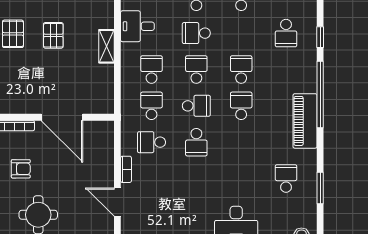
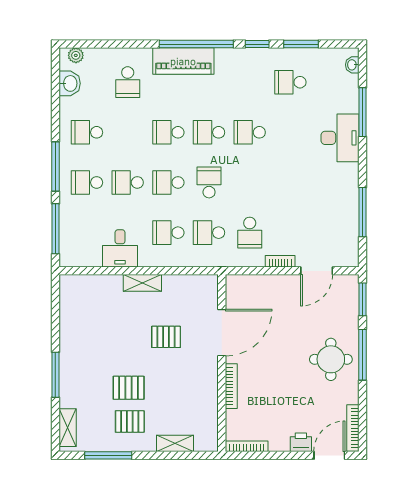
school desk: (196, 33) -> (128, 182), turned 90
school desk: (286, 33) -> (128, 82), turned 90
pallet: (53, 35) -> (166, 337), moved
window: (320, 37) -> (257, 44), moved
piano: (305, 121) -> (183, 61), moved
school desk: (196, 142) -> (250, 132), moved, turned 180
armchair: (21, 169) -> (279, 379), removed

